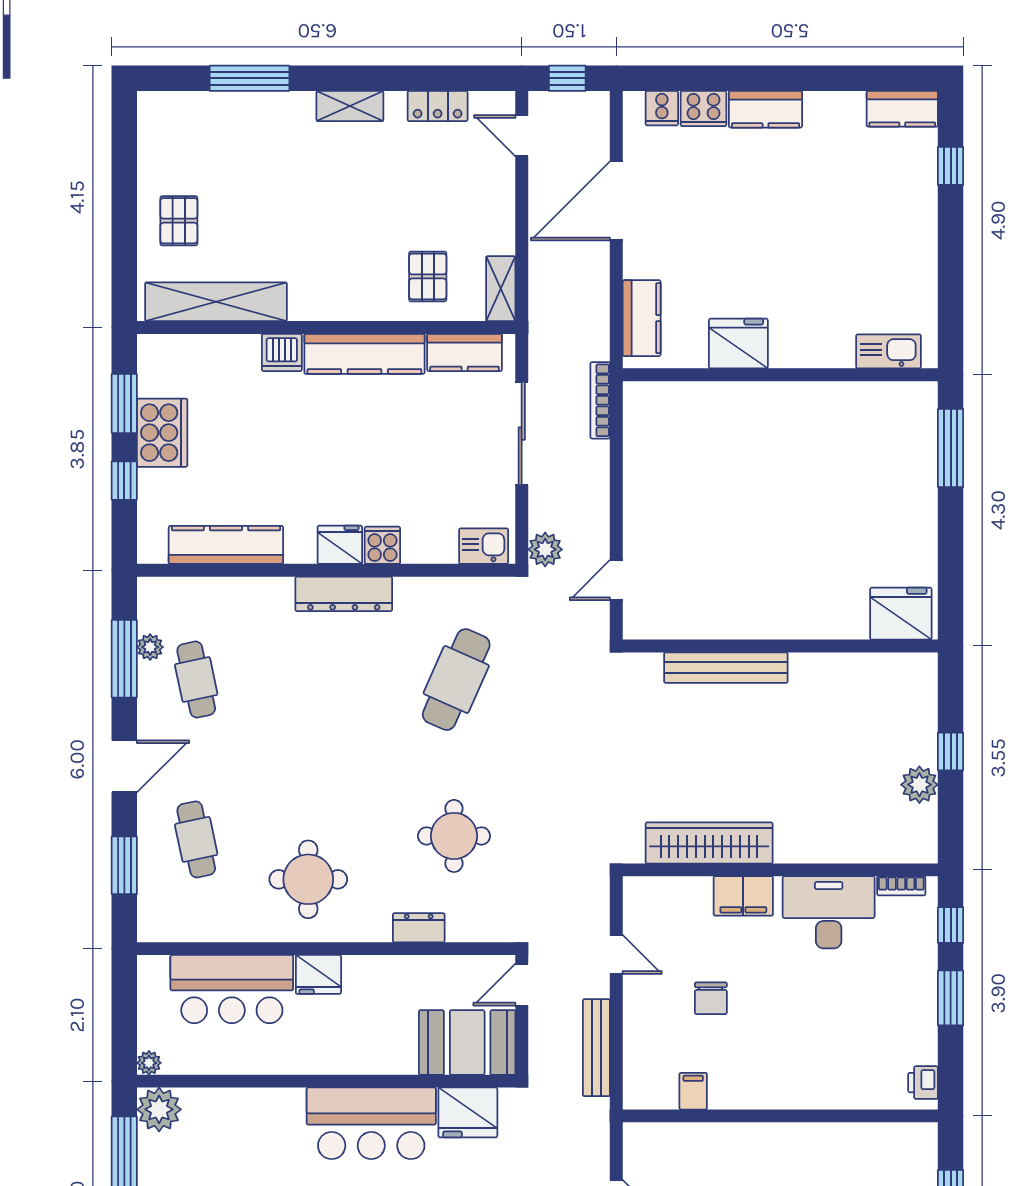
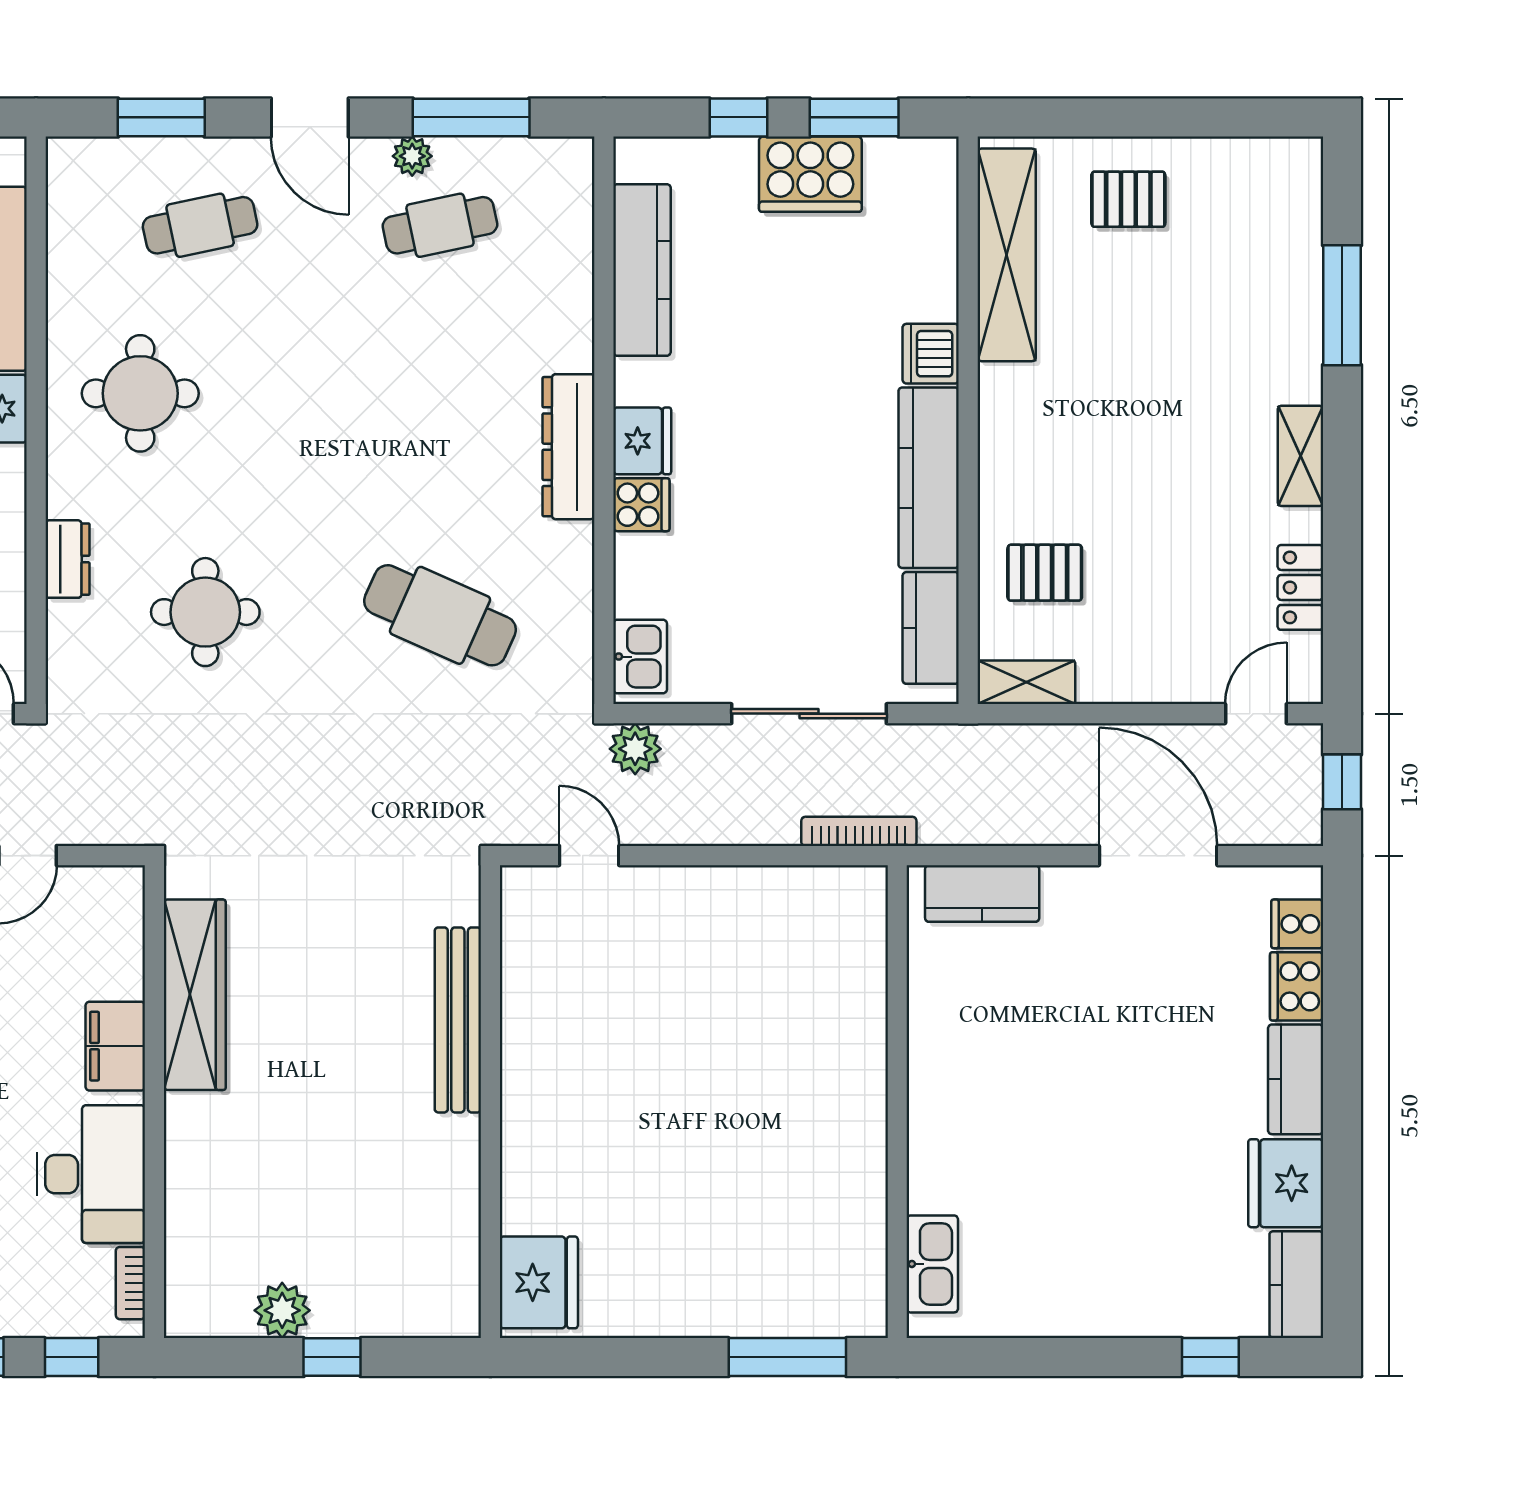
fridge: (738, 344) -> (1286, 1183), moved, turned 180
plant: (150, 647) -> (412, 156), moved

